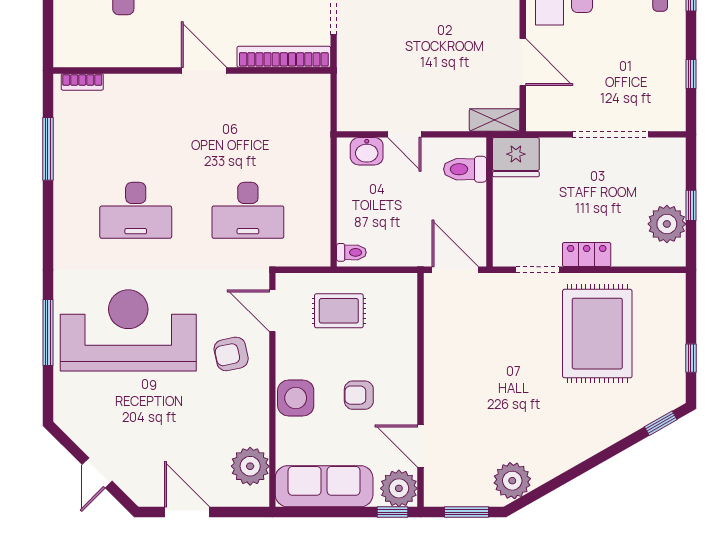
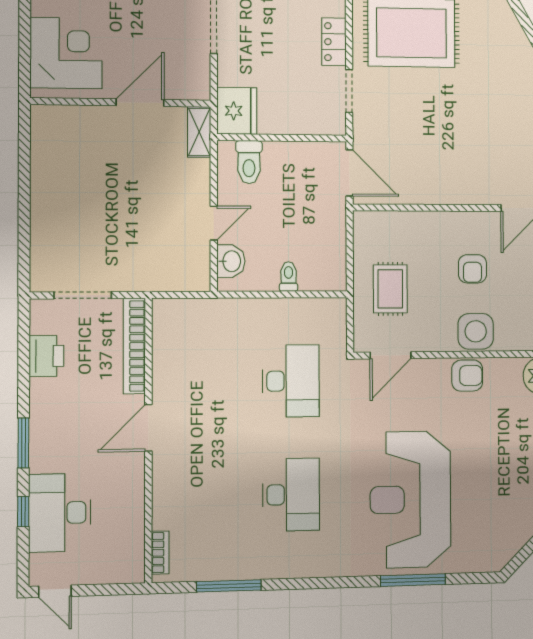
toilet: (351, 252) -> (289, 277), moved
door: (455, 270) -> (349, 173), swing flipped
armchair: (231, 354) -> (467, 376), moved, turned -78

